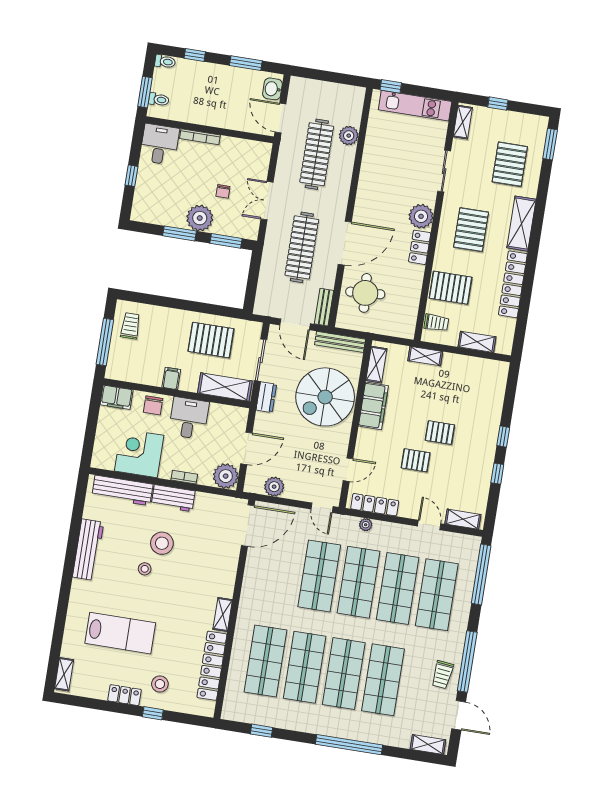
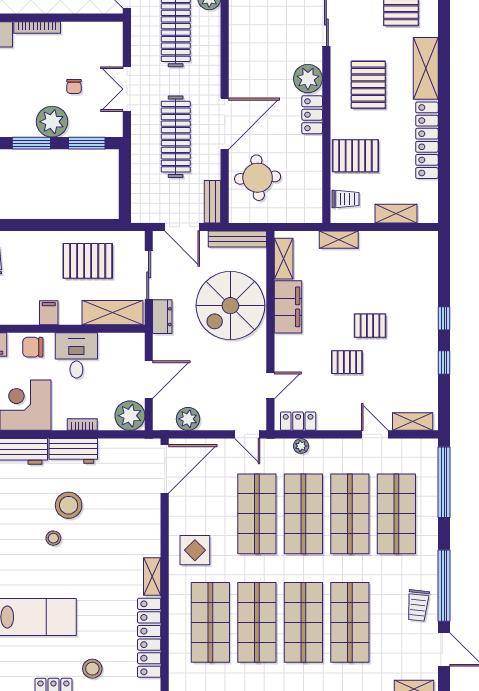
chair: (153, 405) -> (33, 347), turned 90
locker: (375, 505) -> (298, 421), width x0.66
display table: (262, 598) -> (195, 550), added

